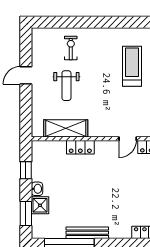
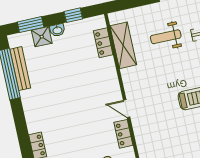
locker: (80, 147) -> (103, 43), moved
bench: (87, 233) -> (20, 69), moved

